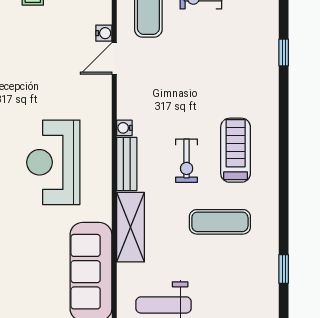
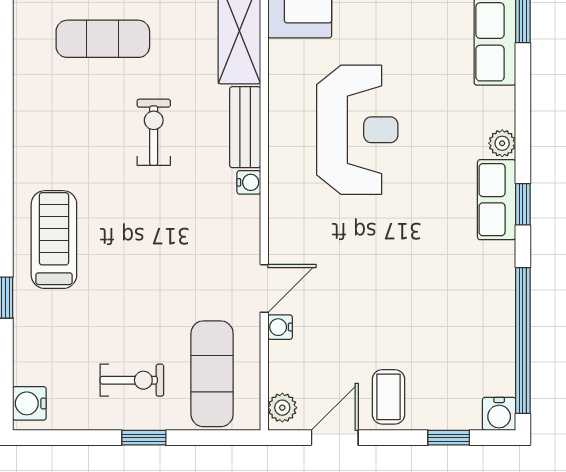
treadmill: (236, 150) -> (54, 240), moved, turned 180

